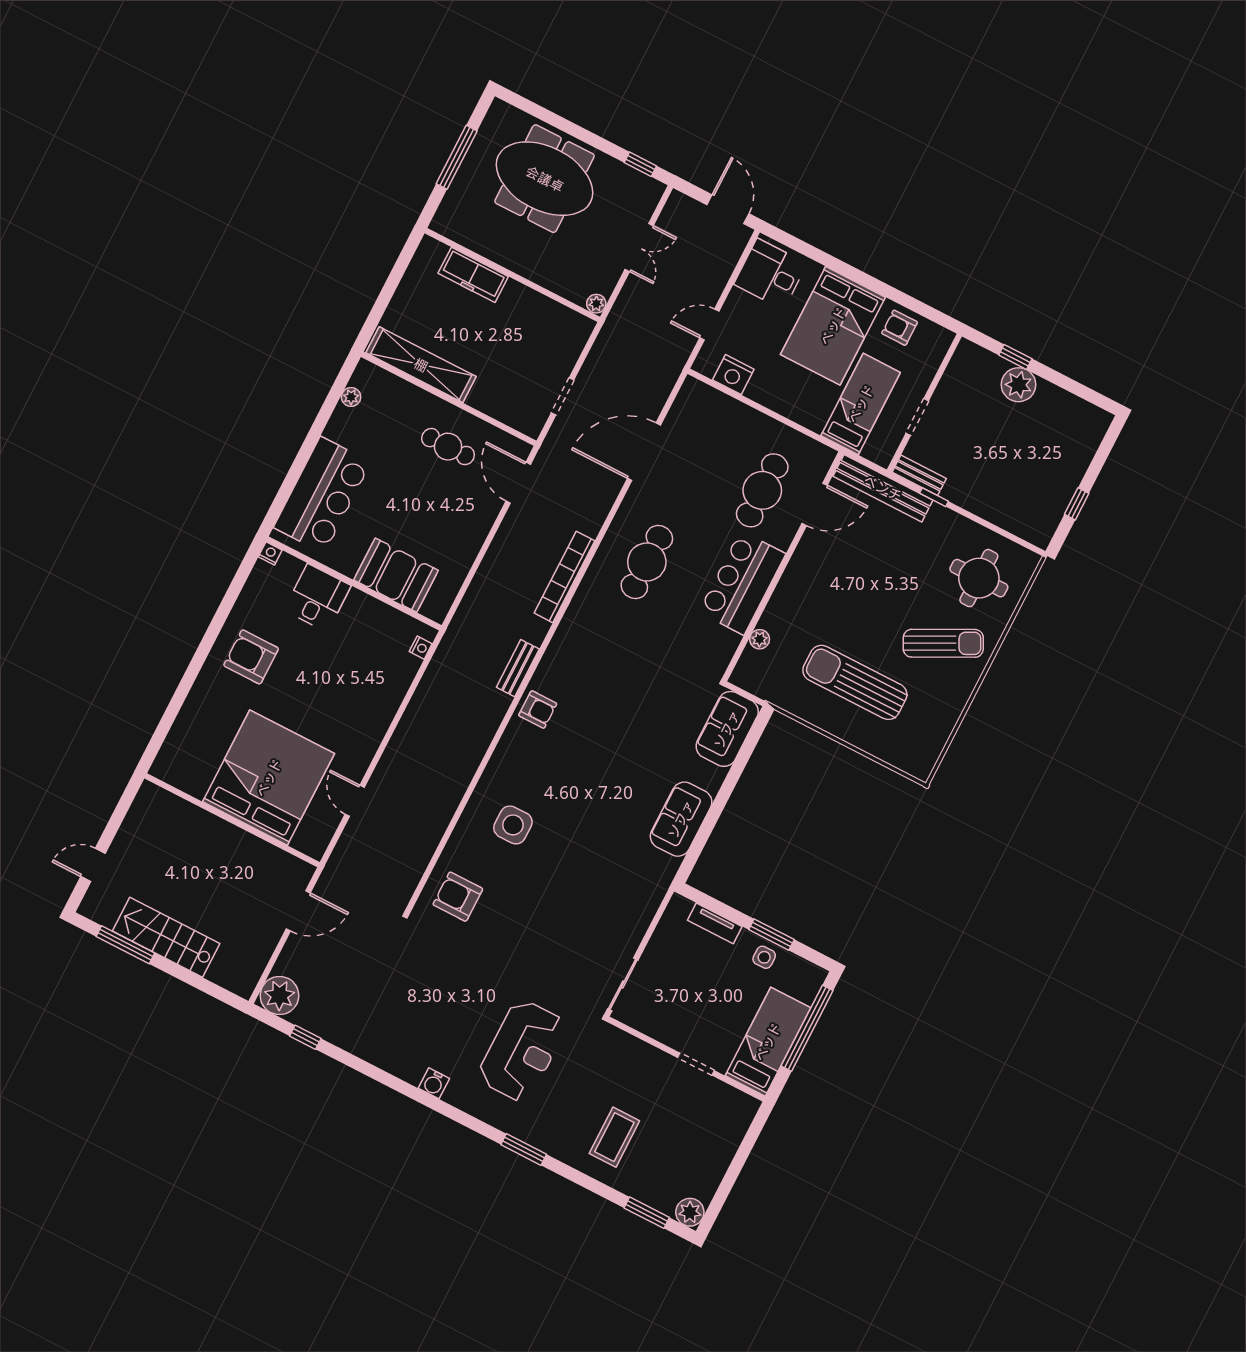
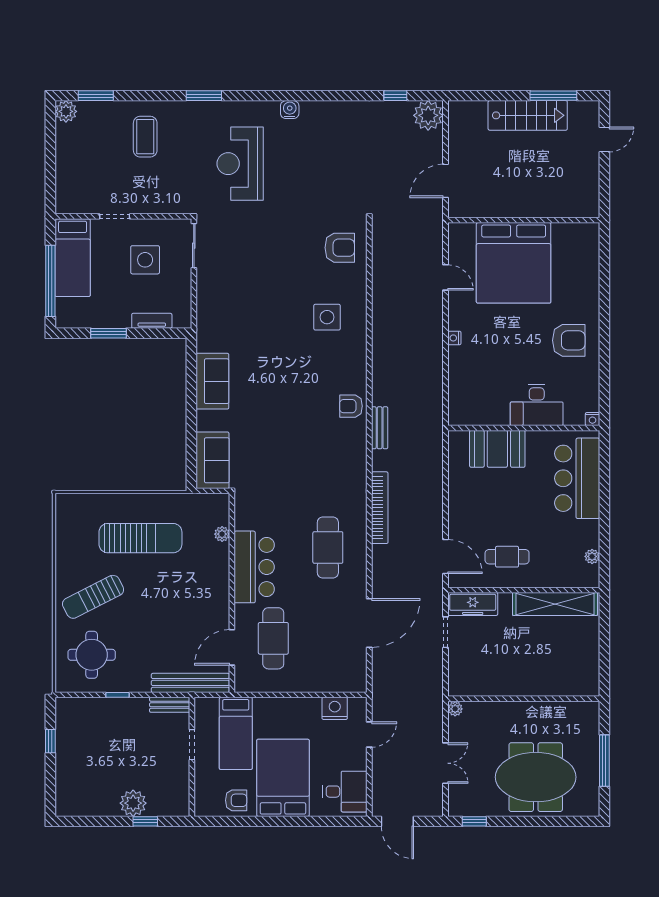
double door: (639, 247) -> (445, 763), swing flipped
freezer: (473, 275) -> (473, 604), moved, turned 180
window: (934, 497) -> (118, 695), moved
desk: (317, 598) -> (537, 405), width x1.37
nightstand: (421, 648) -> (454, 338), moved
side table: (764, 957) -> (145, 260), moved, width x1.87, depth x1.87

